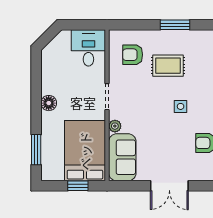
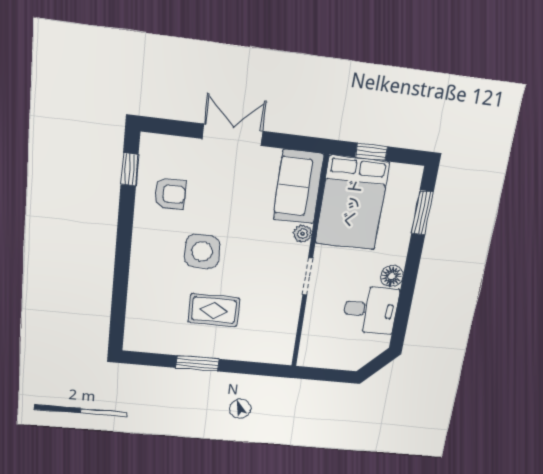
desk: (88, 48) -> (371, 310), moved, turned -90
armchair: (133, 55) -> (263, 330), removed
side table: (181, 106) -> (202, 251), width x1.87, depth x1.87

